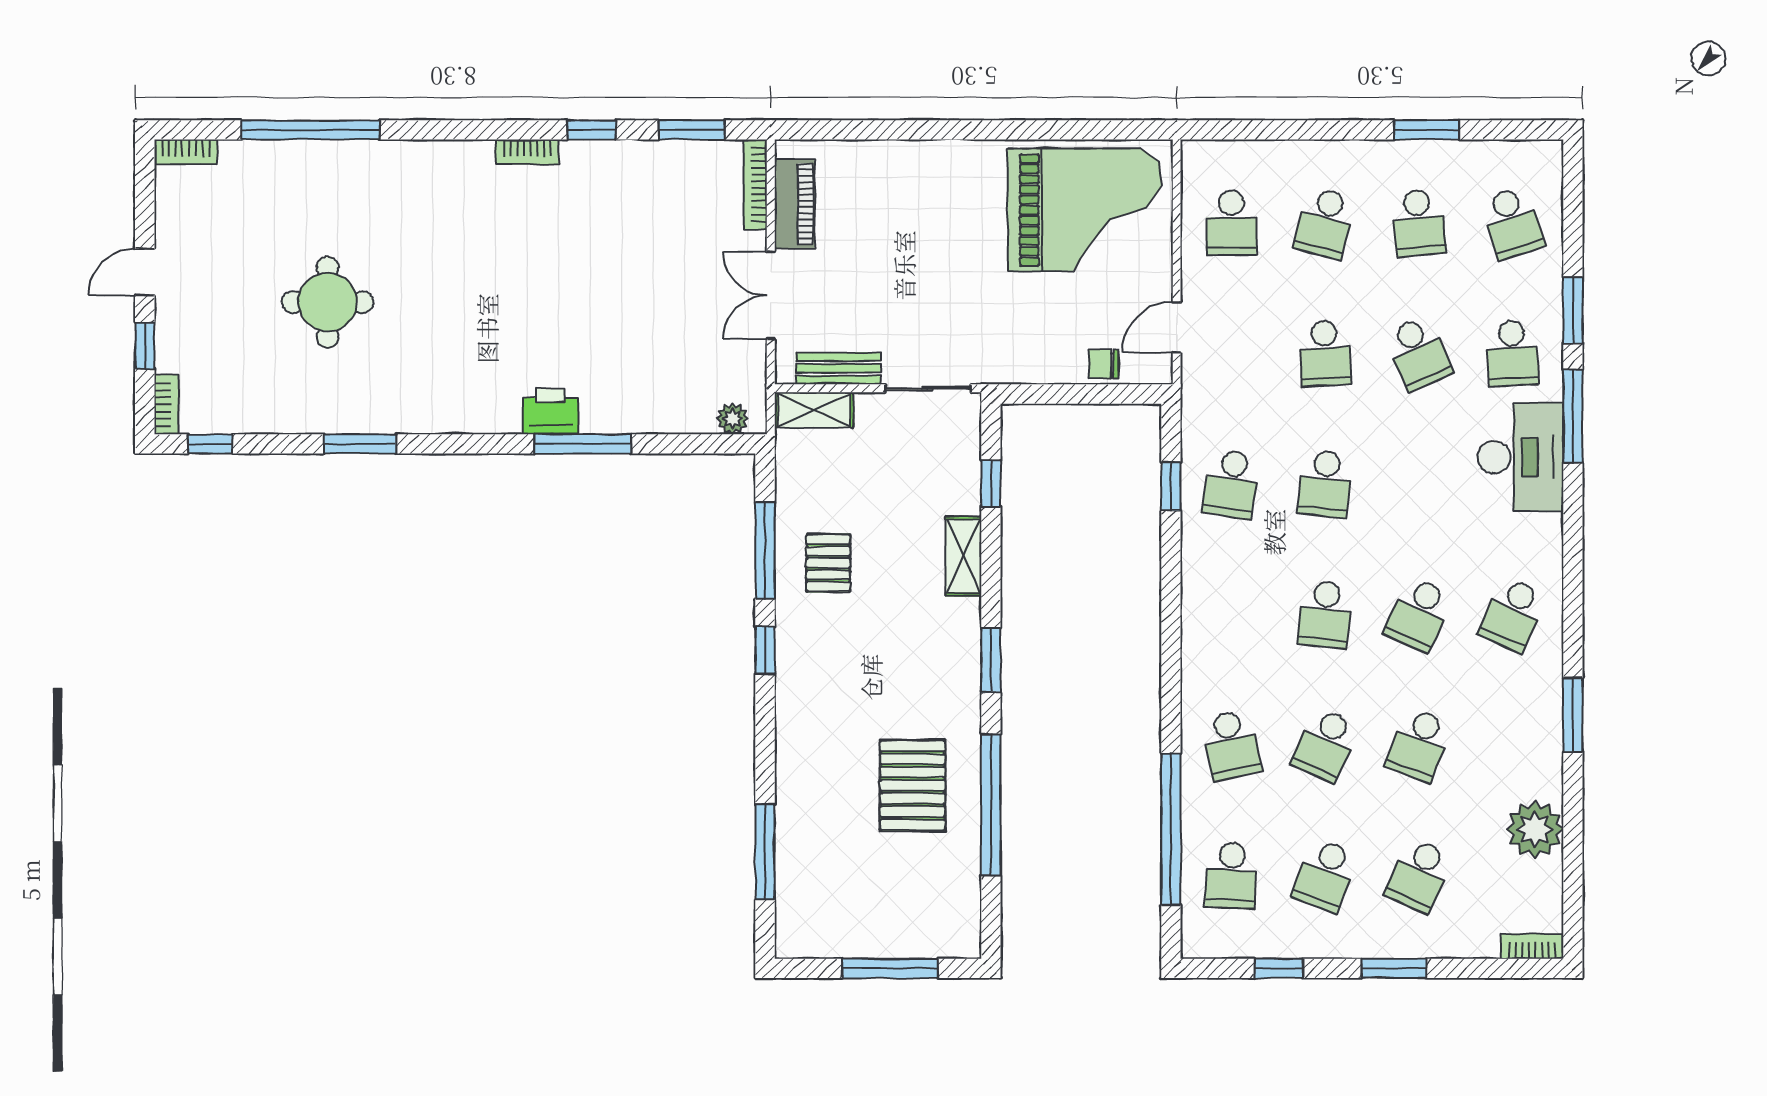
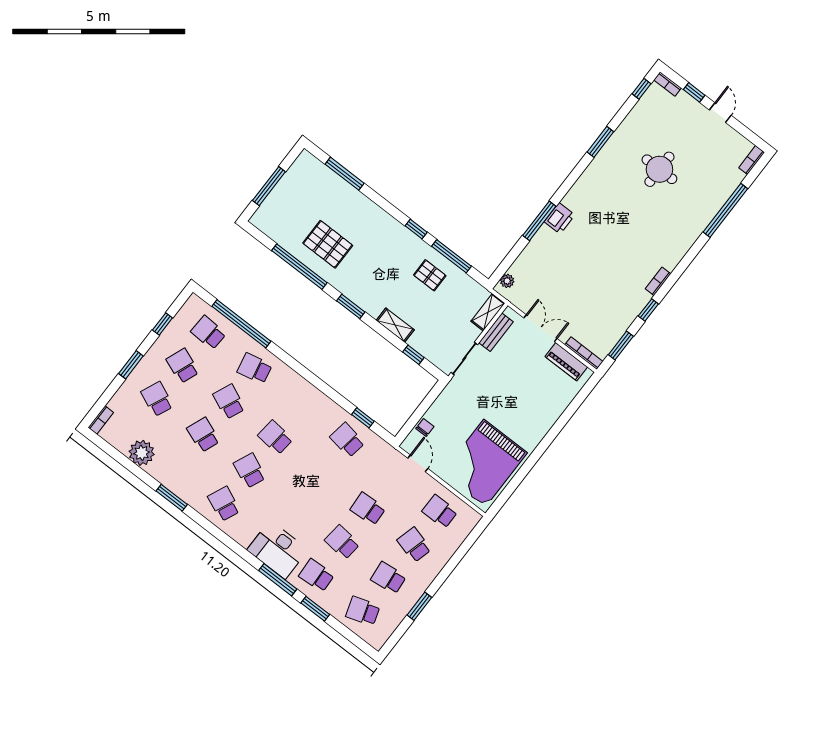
school desk: (1419, 353) -> (342, 542), turned 30
school desk: (1325, 484) -> (322, 473), removed

